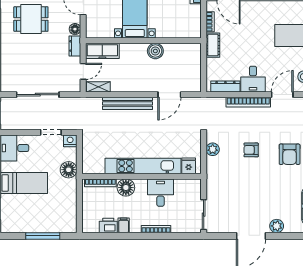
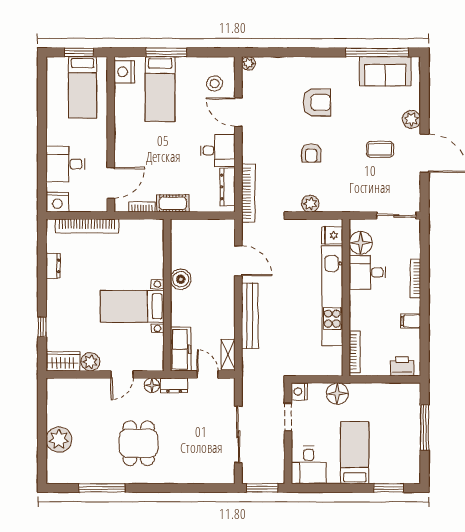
bookcase: (248, 102) -> (248, 193), moved
floor lamp: (126, 188) -> (361, 243), moved
coffee table: (254, 202) -> (380, 149), added
printer: (108, 226) -> (402, 367), moved, turned 90

